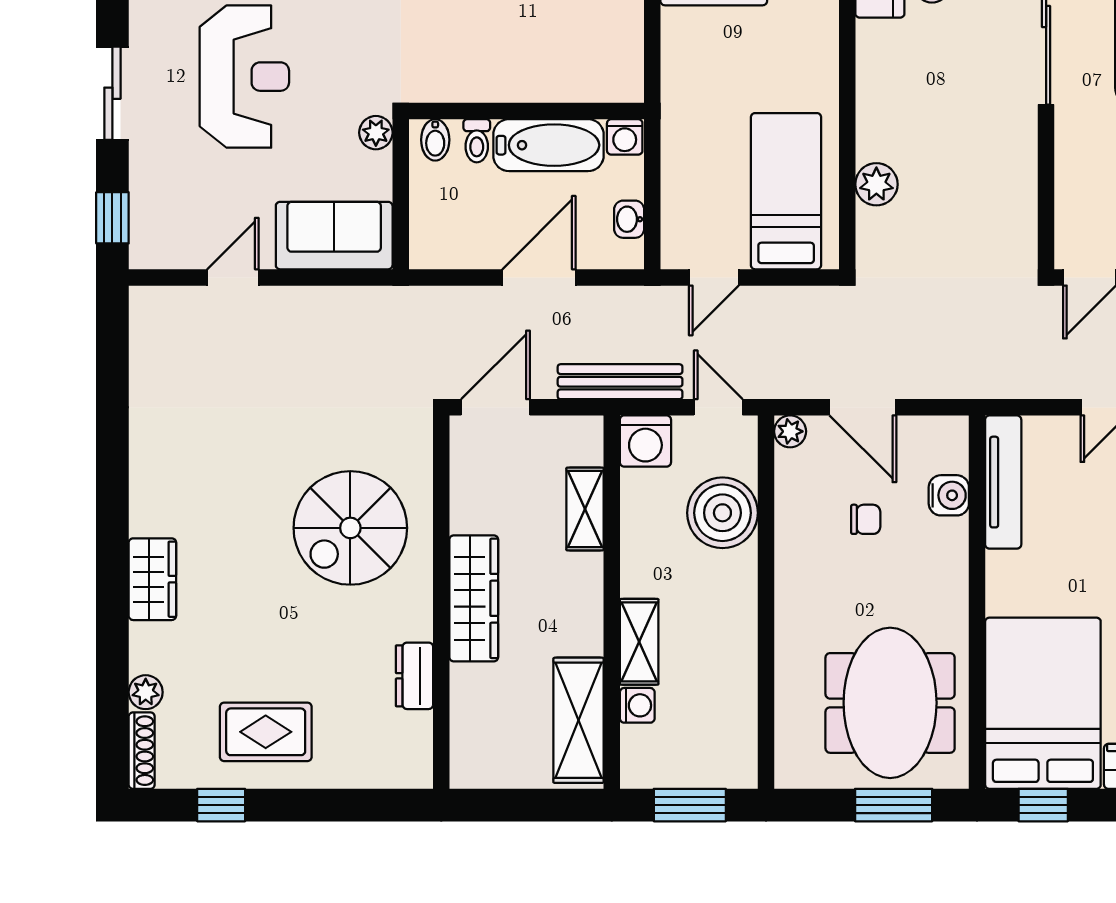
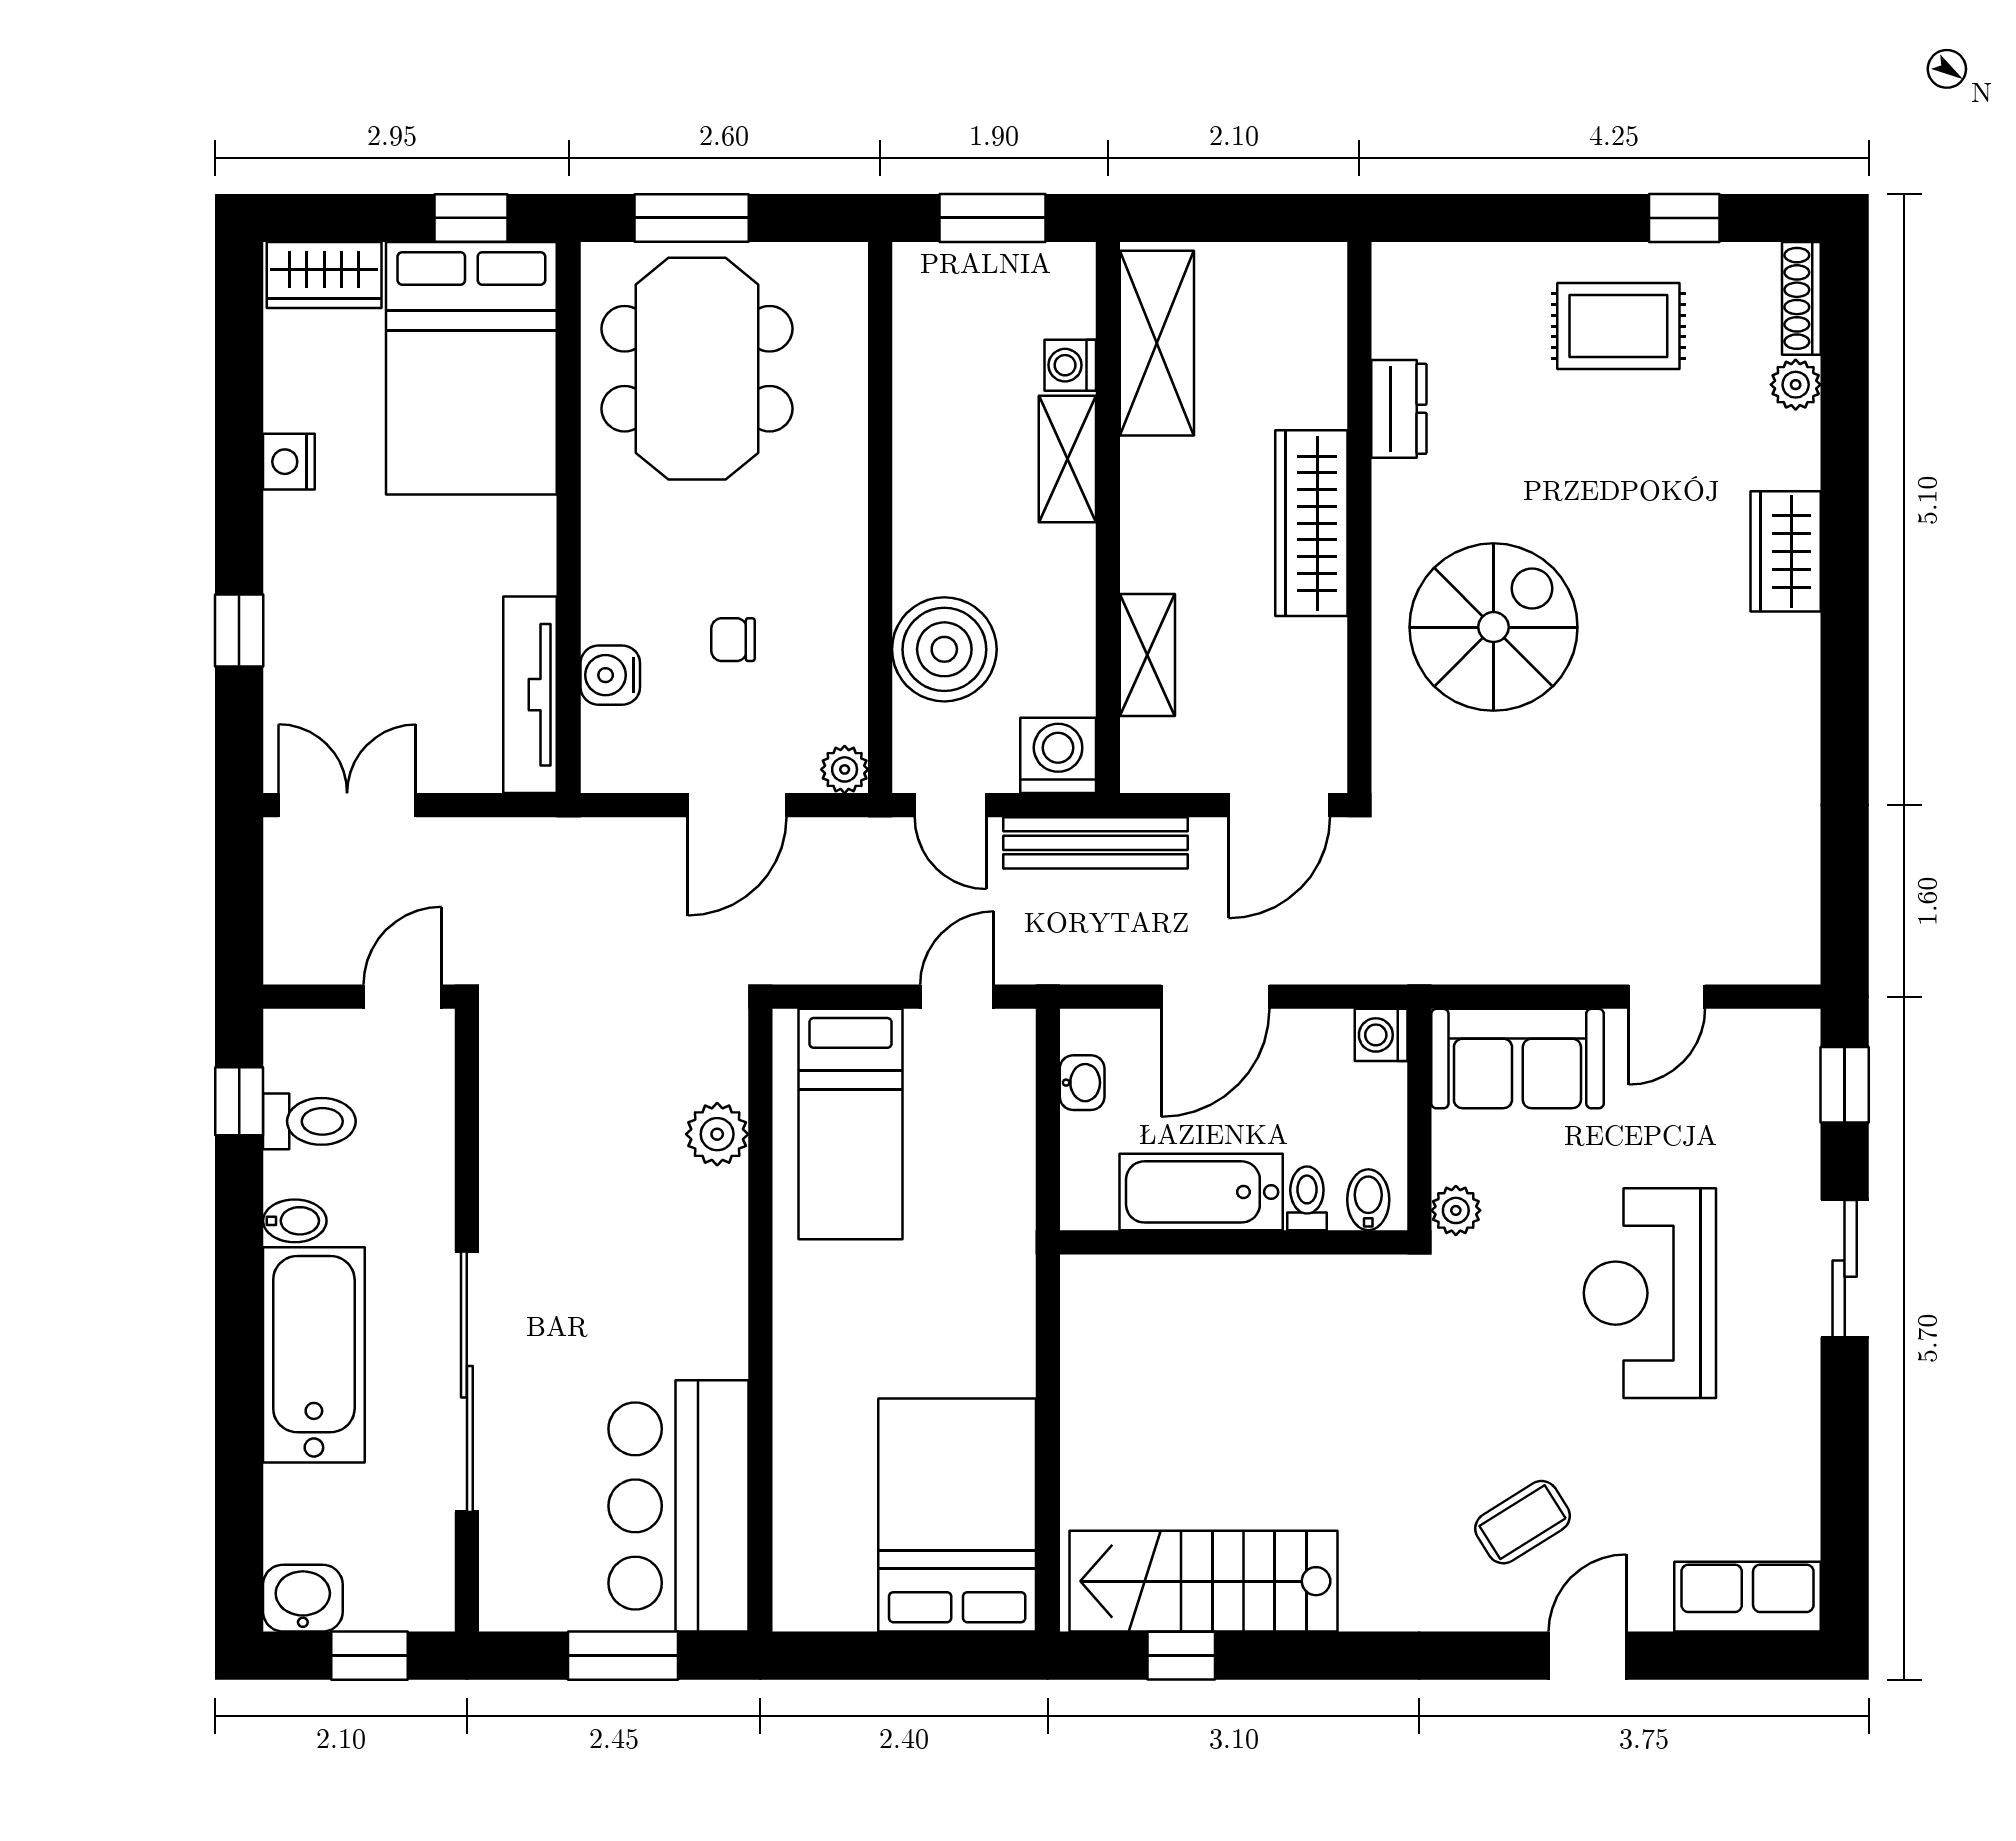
washing machine: (625, 137) -> (1381, 1035), moved, turned -90
door: (863, 407) -> (737, 805), swing flipped

